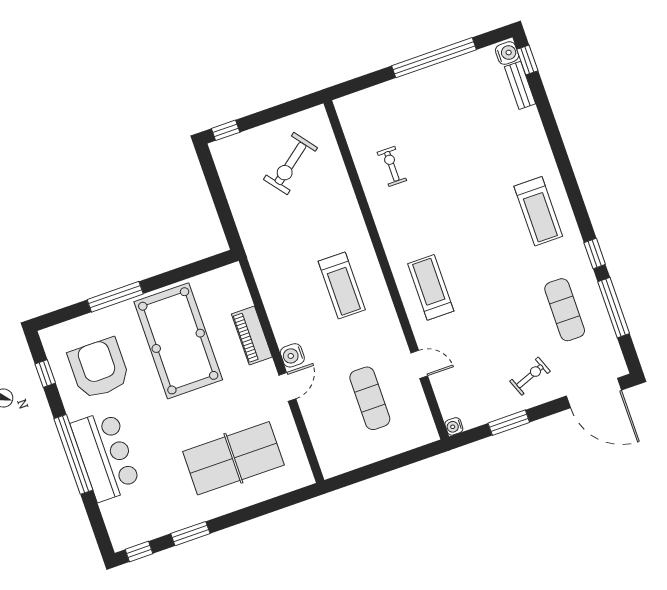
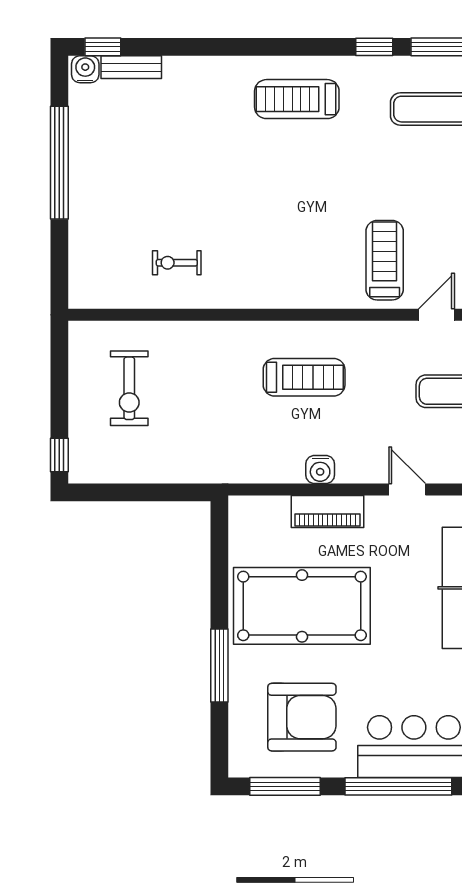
exercise bike: (290, 164) -> (129, 388), turned 38
treadmill: (538, 211) -> (297, 99), turned 180
treadmill: (431, 287) -> (385, 260), moved, turned 90
water cooler: (292, 355) -> (320, 470), moved
armchair: (99, 368) -> (302, 717), turned 180
window: (45, 373) -> (285, 786), width x2.17

